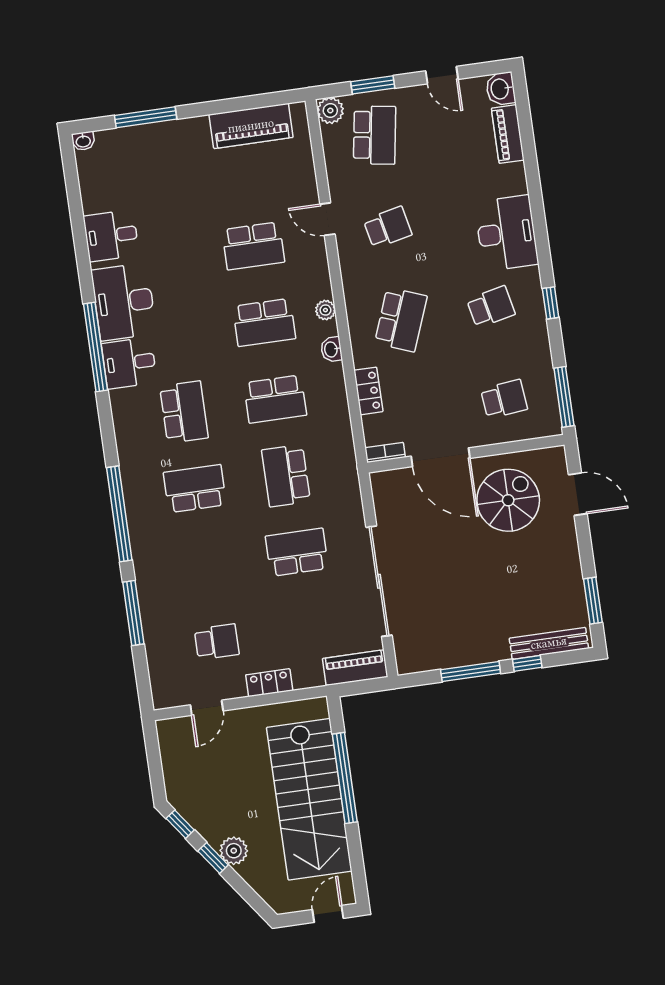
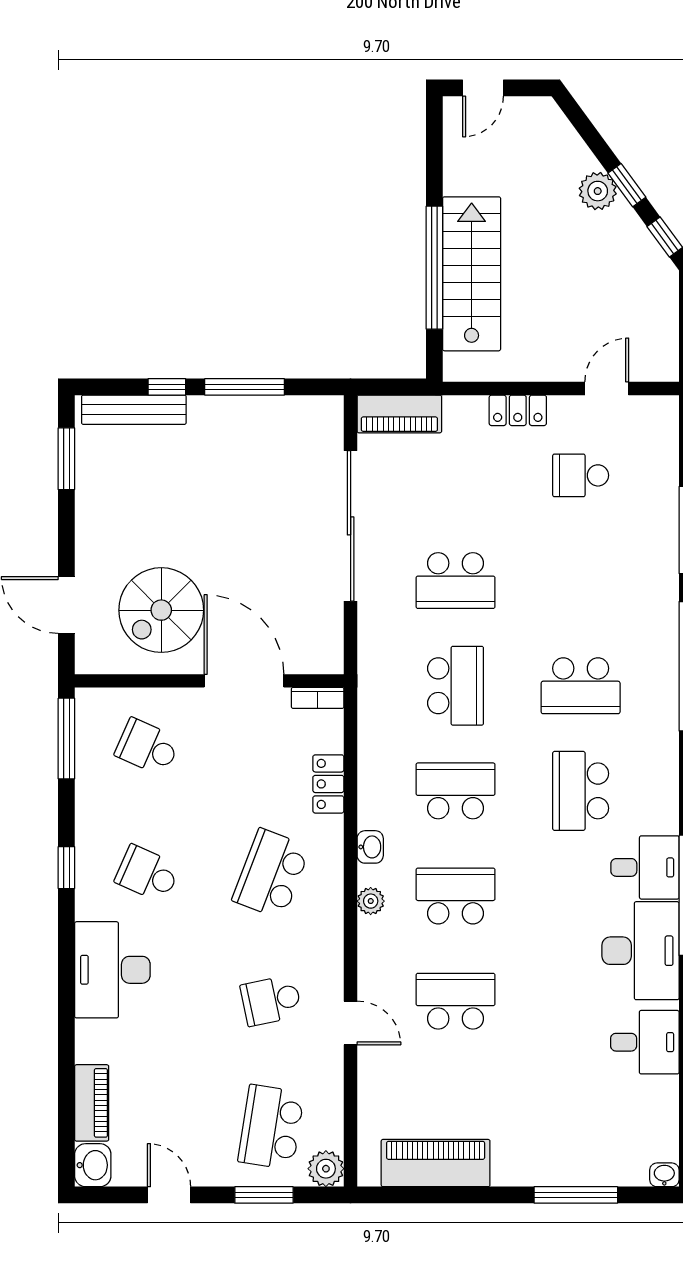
school desk: (491, 307) -> (147, 874), turned 36
school desk: (504, 399) -> (147, 747), turned 30
stairs: (309, 799) -> (472, 274), width x0.73, depth x0.66

